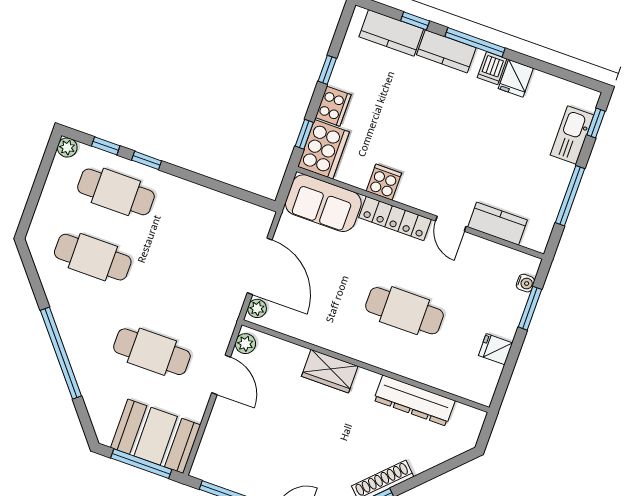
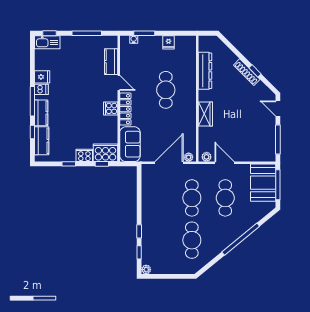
kitchen sink: (572, 135) -> (47, 42), moved
cooker: (384, 182) -> (111, 108), moved
cafe table: (116, 192) -> (192, 198), moved
door: (451, 224) -> (119, 83), hinge flipped
door: (221, 375) -> (225, 163), hinge flipped

